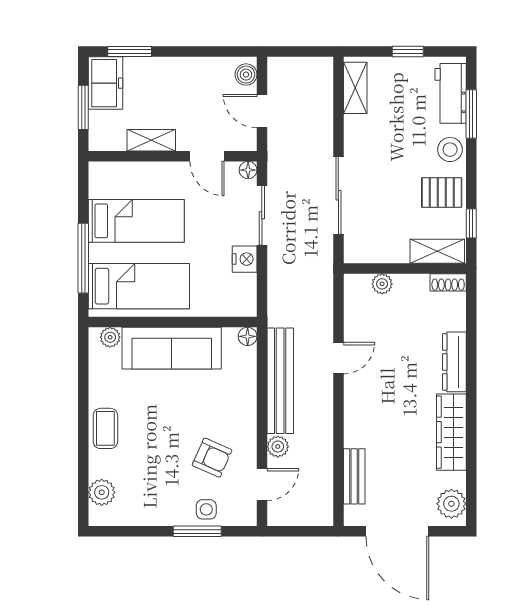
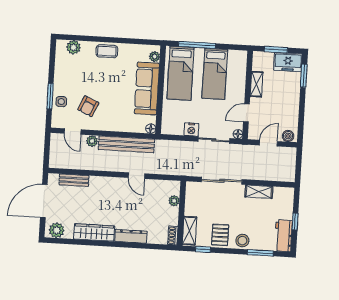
shelving: (355, 88) -> (259, 192), moved
workbench: (451, 93) -> (283, 236), moved, turned -90

